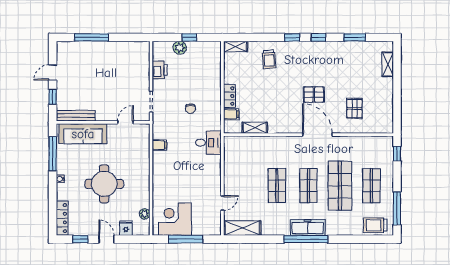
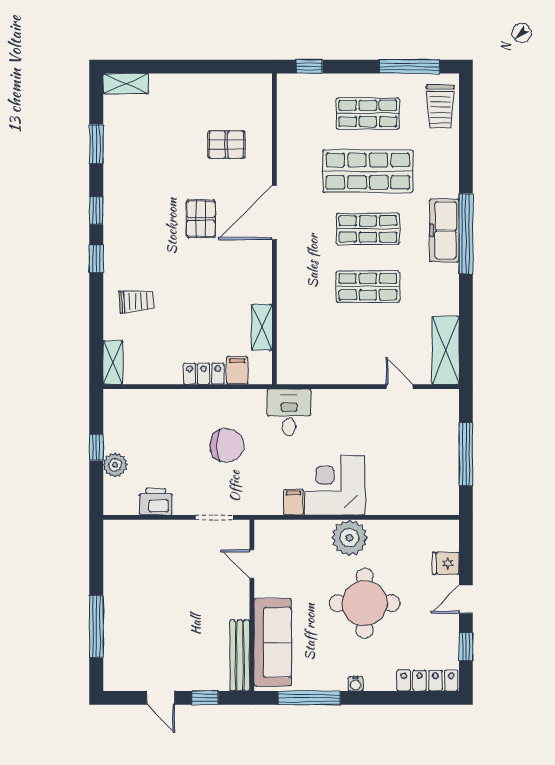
shelving: (388, 64) -> (126, 84), moved
chair: (190, 109) -> (227, 445), width x1.87, depth x1.87
plant: (145, 214) -> (349, 538), moved, width x1.88, depth x1.88
corner desk: (175, 219) -> (335, 485), moved, turned 90

